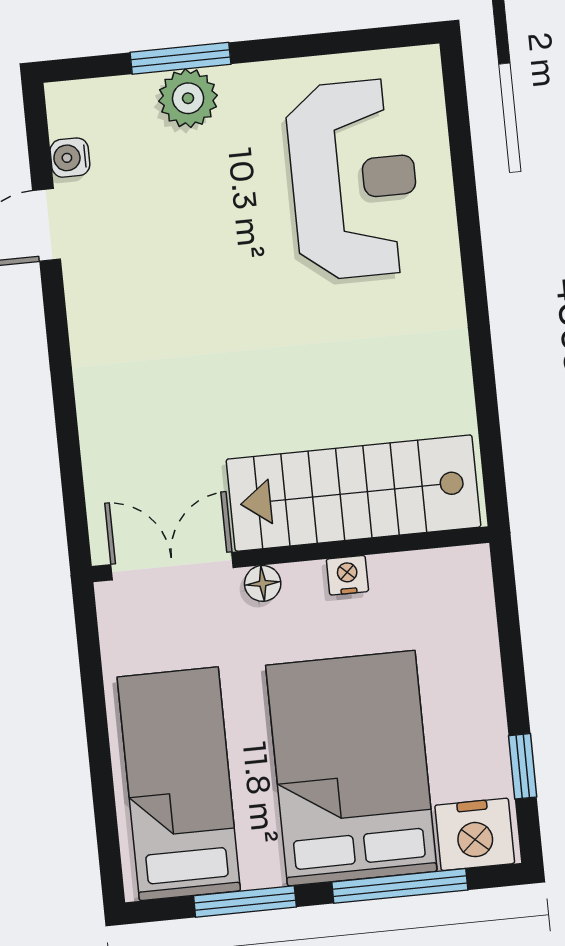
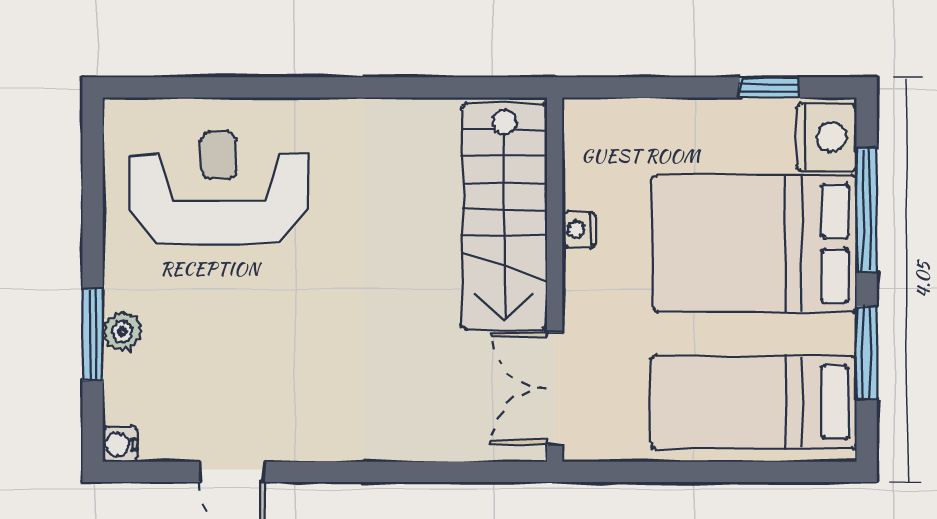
plant: (188, 98) -> (122, 331), width x0.73, depth x0.73
water cooler: (70, 158) -> (120, 444), moved, turned 90
floor lamp: (263, 583) -> (579, 308), removed

